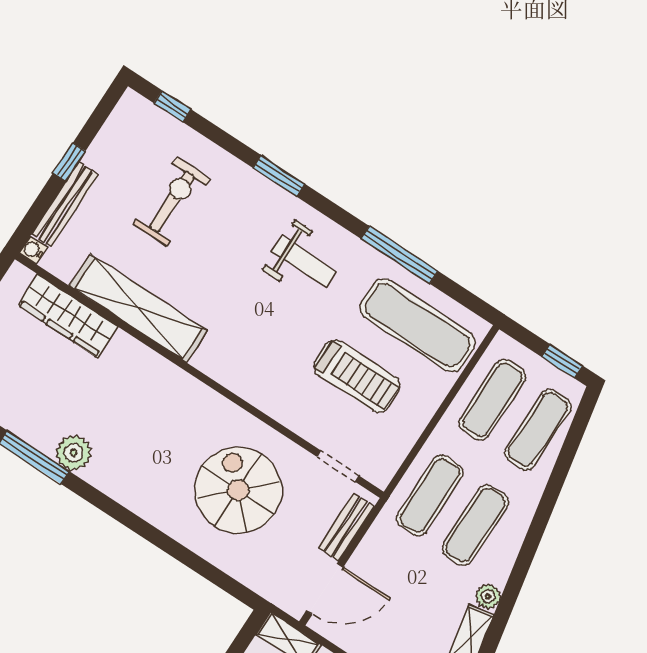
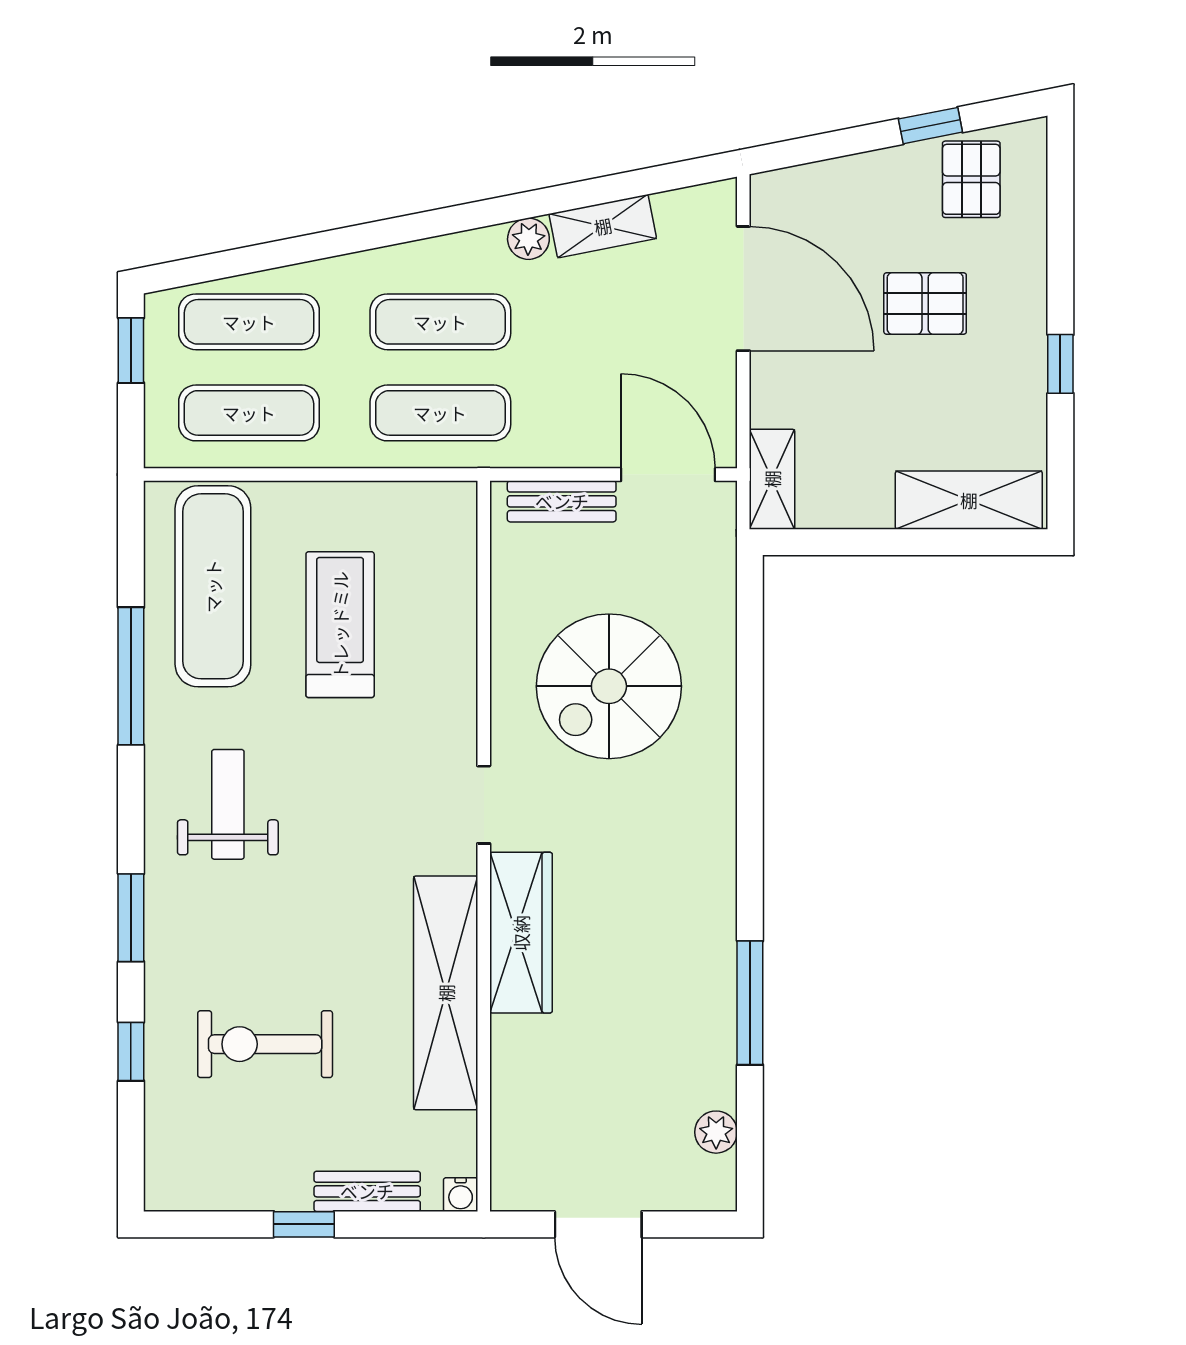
window: (173, 106) -> (131, 1052), moved
bench: (65, 204) -> (367, 1191), width x0.73
wardrobe: (68, 316) -> (521, 933), moved
plant: (74, 453) -> (707, 951), removed
doorway: (338, 466) -> (484, 805), moved

